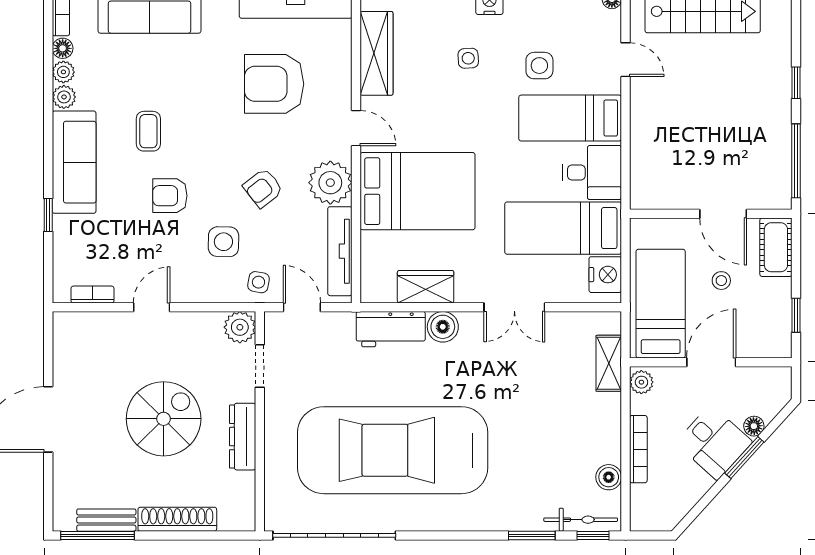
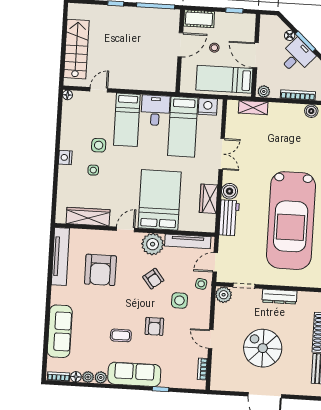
side table: (539, 66) -> (99, 145), moved
spiral stairs: (164, 419) -> (263, 348), moved

